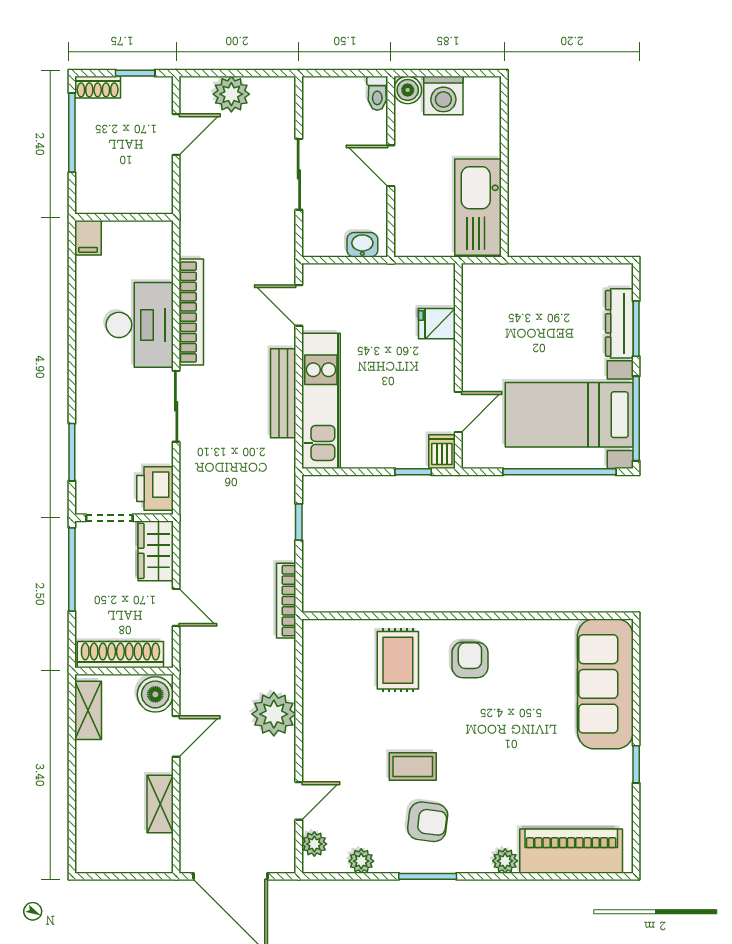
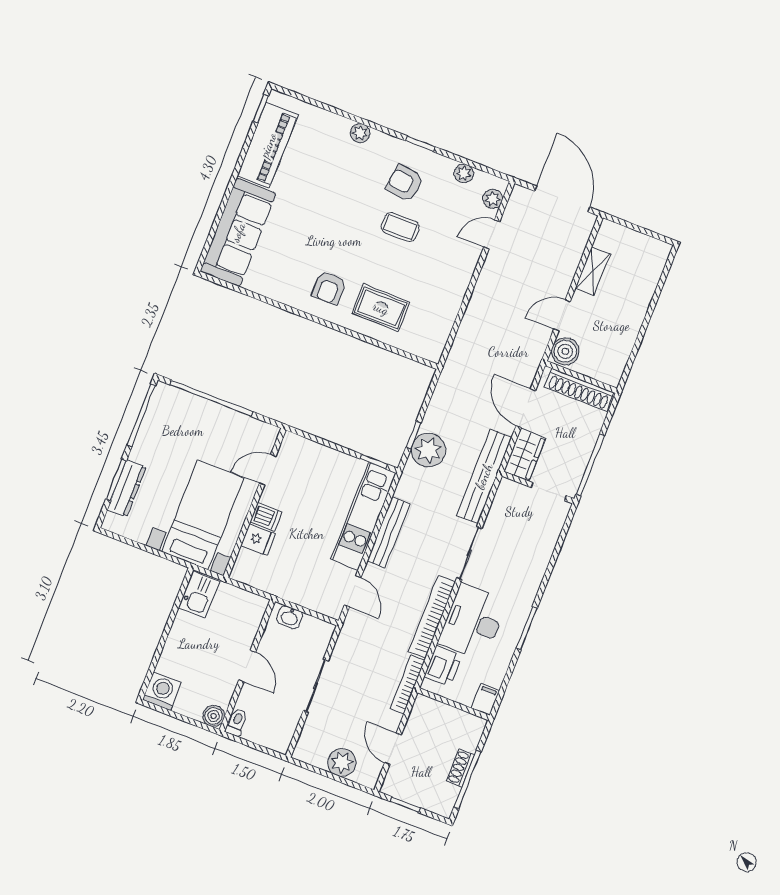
shoe rack: (98, 87) -> (460, 768), moved, turned -90
washing machine: (443, 96) -> (162, 691), moved
door: (176, 135) -> (393, 749), hinge flipped
kitchen sink: (478, 207) -> (199, 594), width x0.53, depth x0.81
bed with nightstands: (569, 415) -> (203, 515), moved, turned -90
window: (72, 452) -> (527, 628), moved
dishwasher: (442, 452) -> (266, 517), moved, turned -90
window: (413, 472) -> (374, 462), moved
printer: (155, 489) -> (443, 666), moved
bench: (194, 506) -> (484, 476), added
bookcase: (286, 601) -> (408, 685), moved, turned 180
door: (176, 607) -> (526, 408), width x1.38
rug: (398, 660) -> (381, 308), turned 90
shelving: (88, 710) -> (618, 359), removed
plant: (274, 714) -> (428, 450), moved
window: (636, 764) -> (261, 109), moved
piano: (571, 851) -> (268, 145), moved, turned -90
window: (428, 876) -> (420, 144), width x0.67

